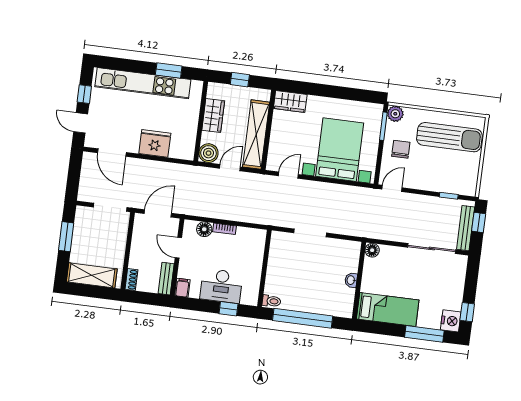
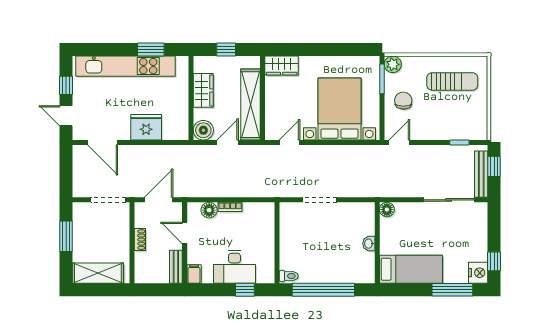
sun lounger: (449, 137) -> (452, 81), width x0.73, depth x0.75
shoe rack: (131, 279) -> (140, 240), moved

